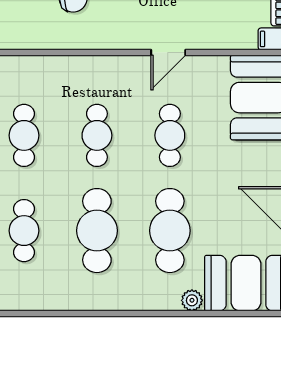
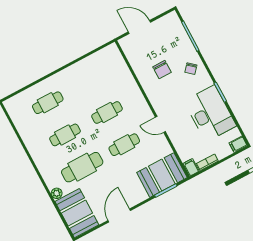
cafe table: (24, 135) -> (90, 80), removed
cafe table: (97, 231) -> (65, 135), width x0.73, depth x0.74

